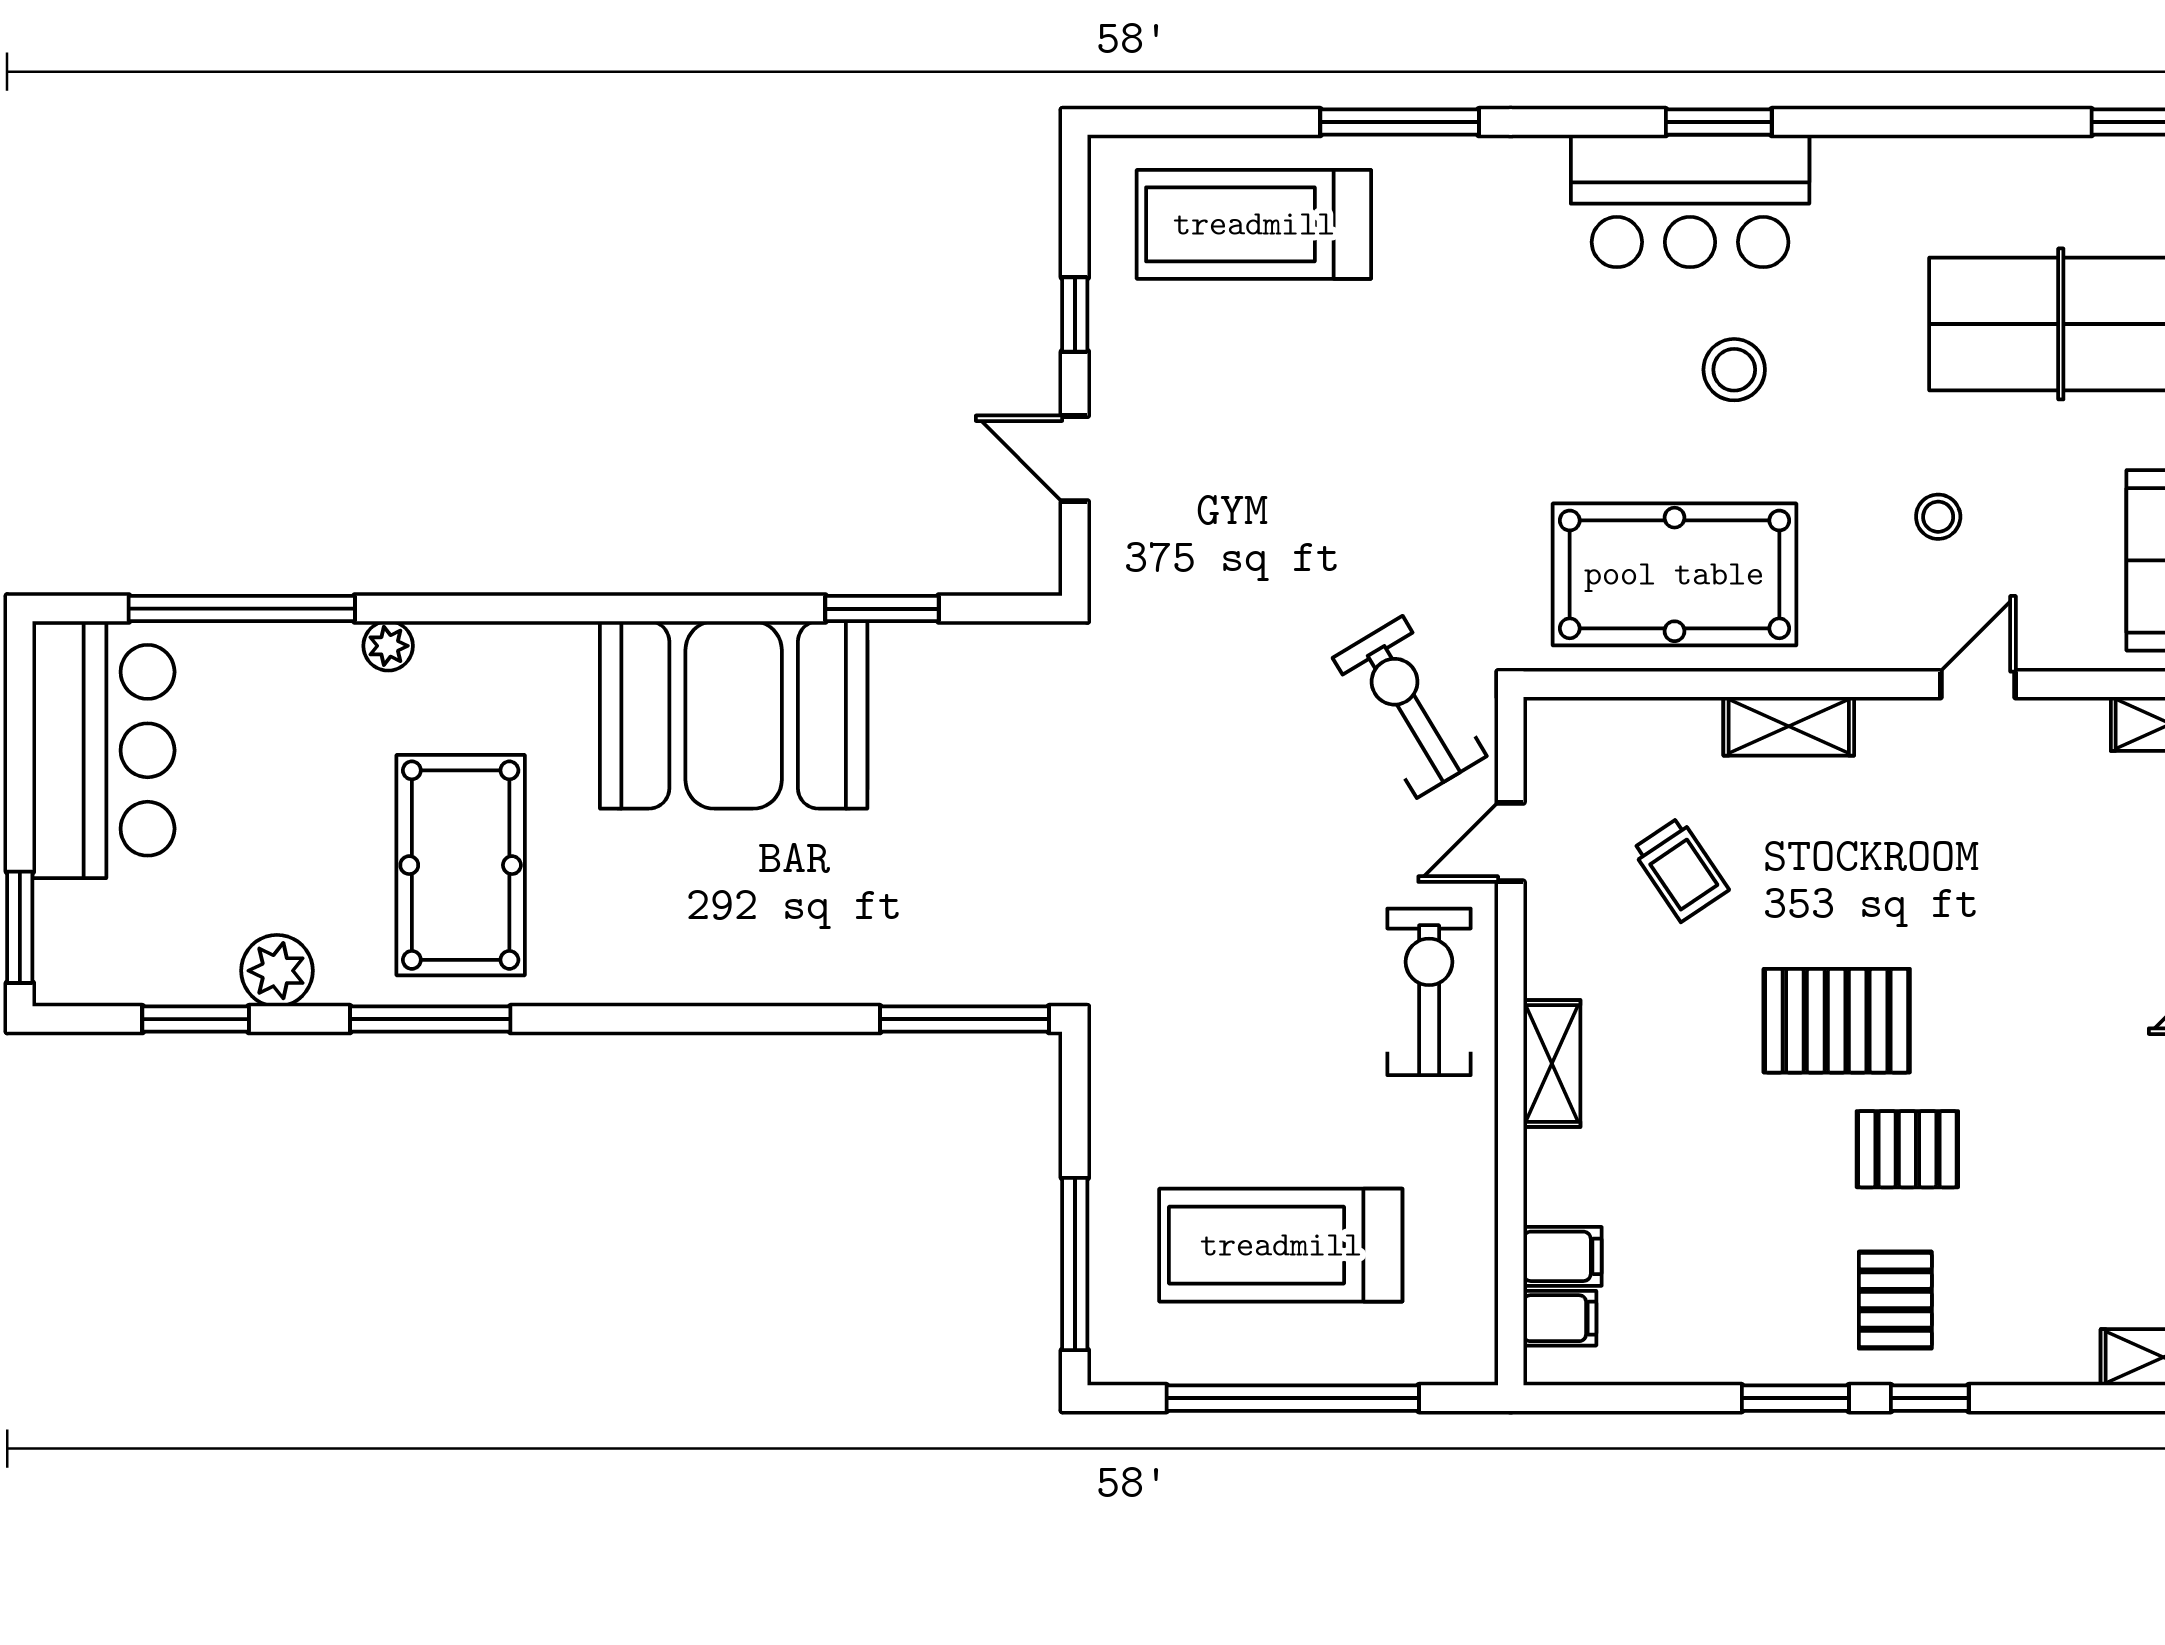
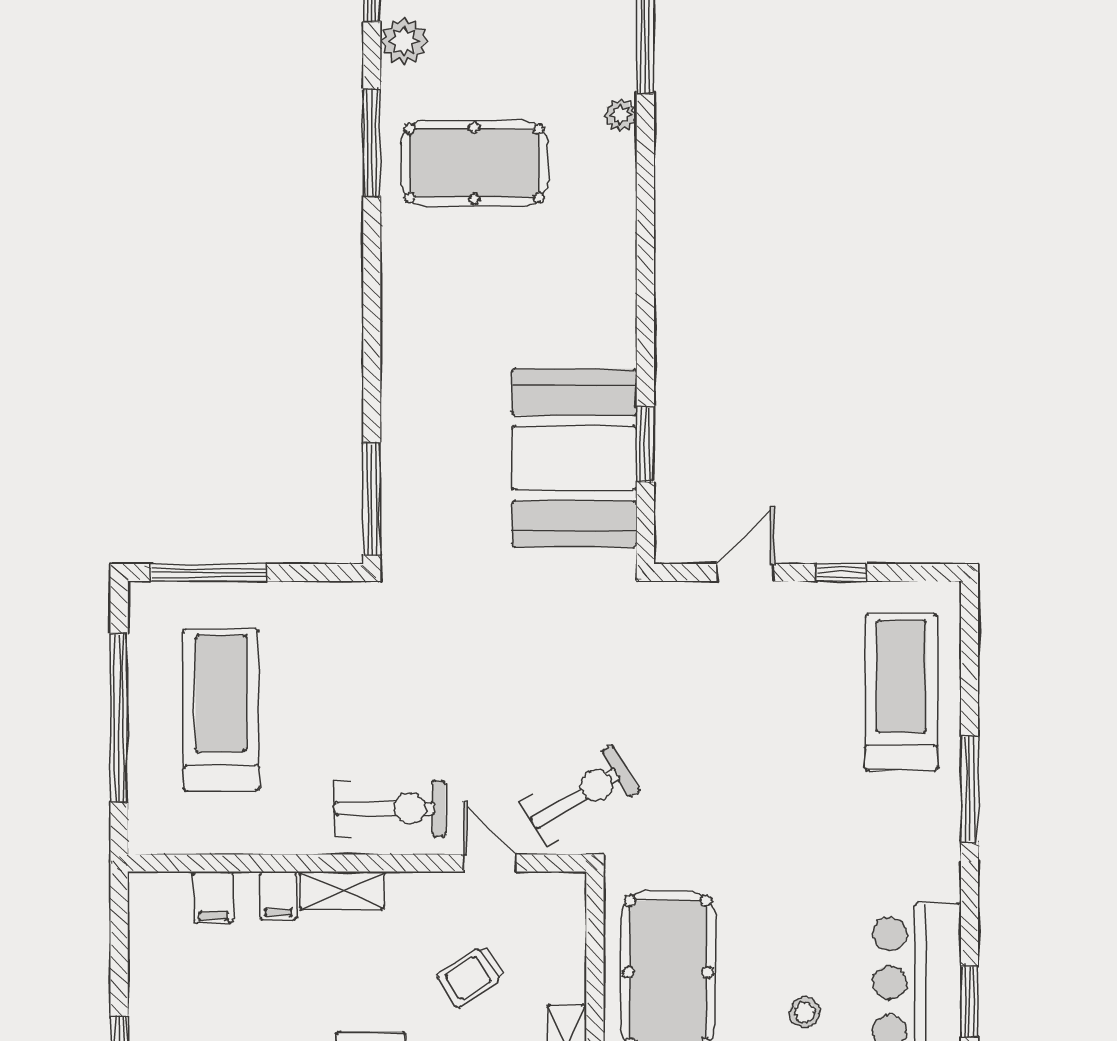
stool: (1734, 370) -> (805, 1012), width x0.73, depth x0.73
booth: (734, 715) -> (574, 458), moved
filing cabinet: (1560, 1318) -> (278, 896), moved

